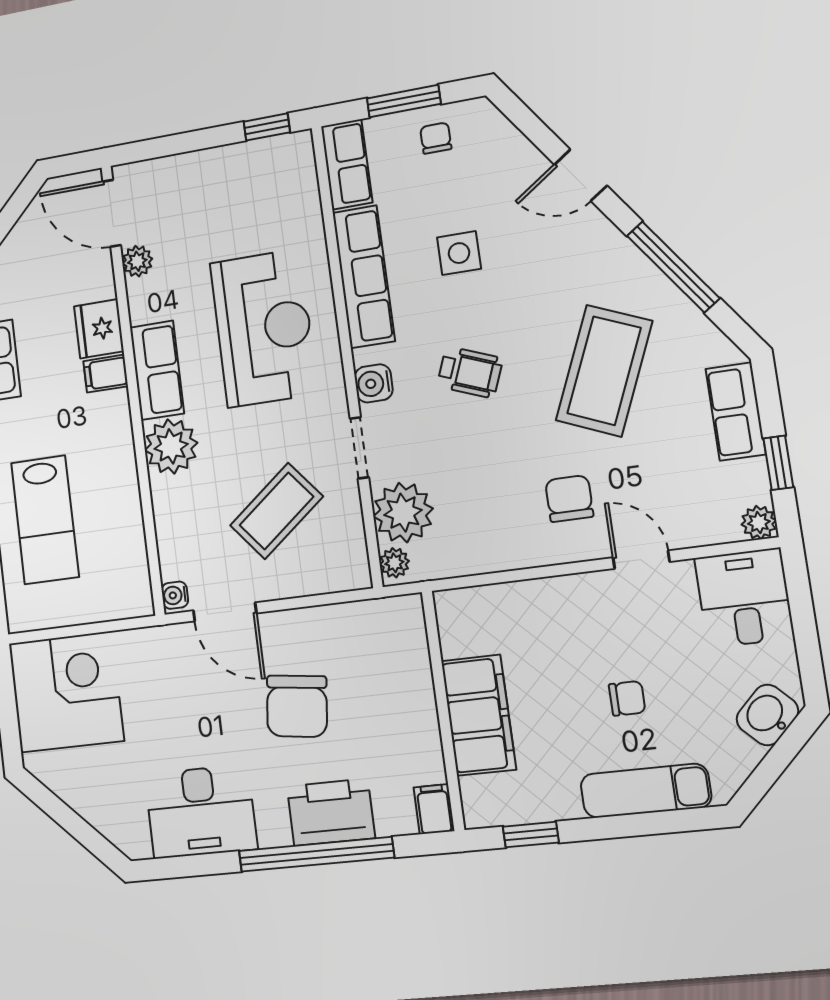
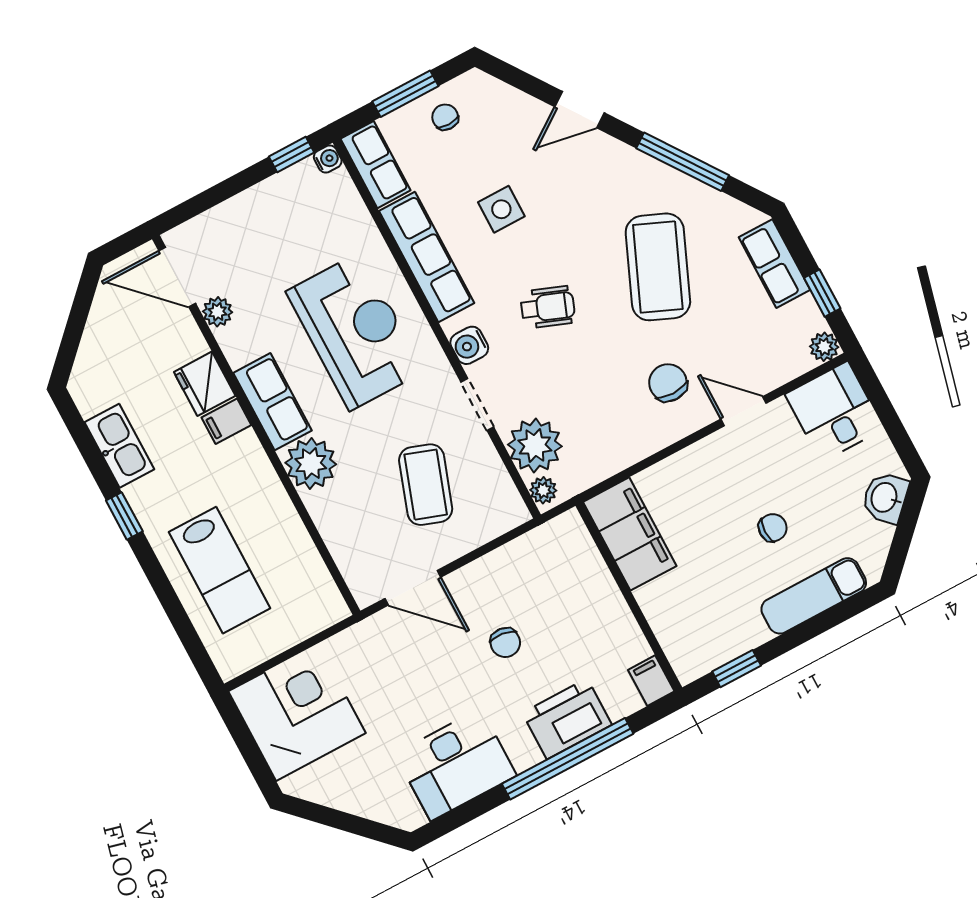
coffee table: (276, 511) -> (426, 485), turned -32
water cooler: (175, 595) -> (328, 159), moved, turned 180
chair: (297, 706) -> (505, 643), width x0.54, depth x0.54
filing cabinet: (478, 715) -> (630, 534), moved

